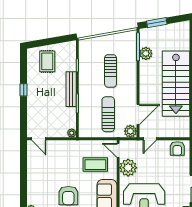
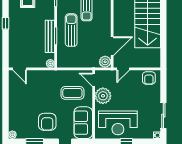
bench: (71, 89) -> (50, 36), moved
sun lounger: (108, 114) -> (71, 30), moved

